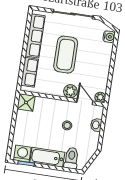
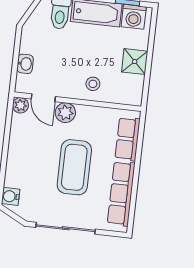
shower: (26, 102) -> (135, 62), moved
stool: (67, 125) -> (93, 84), moved

